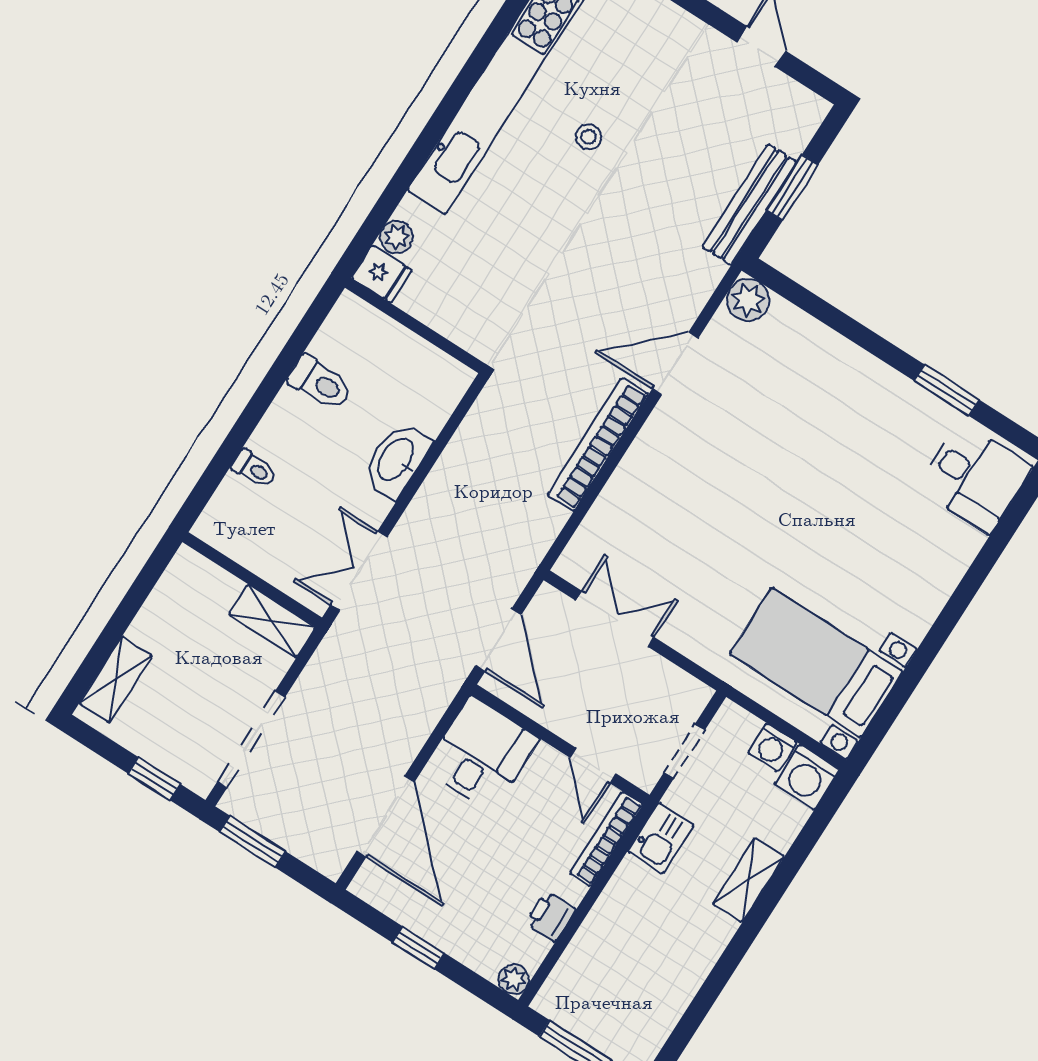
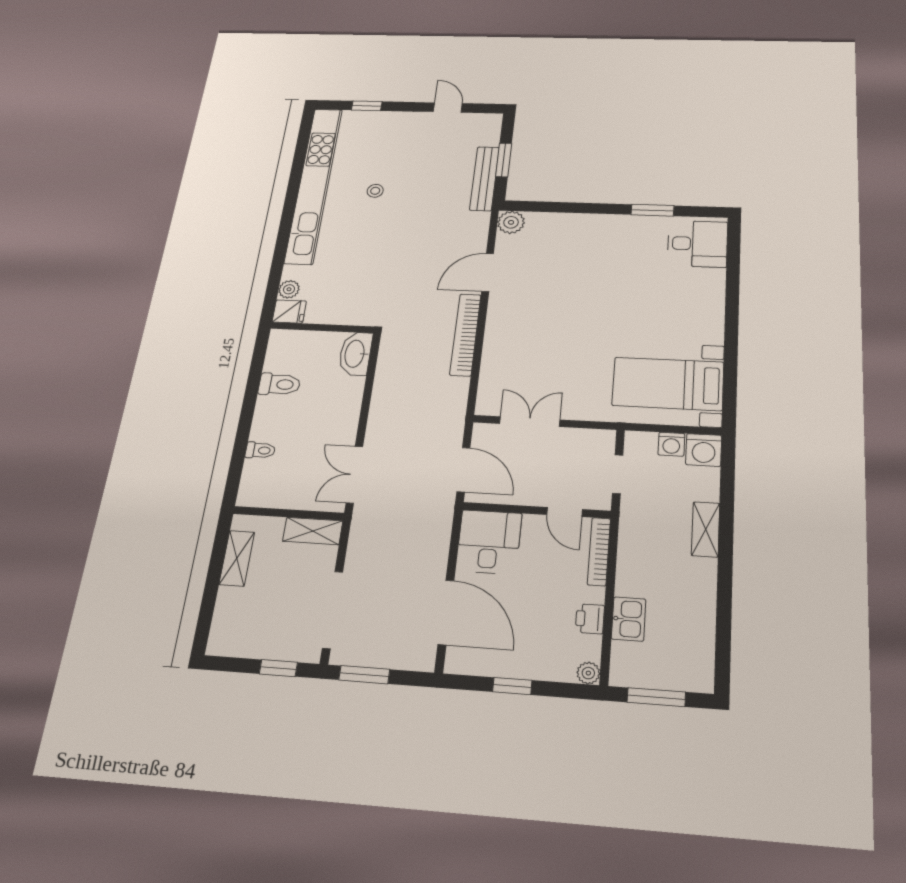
washbasin: (397, 460) -> (355, 354), moved
shelving: (116, 679) -> (237, 558), moved
kitchen sink: (661, 838) -> (629, 619), moved

